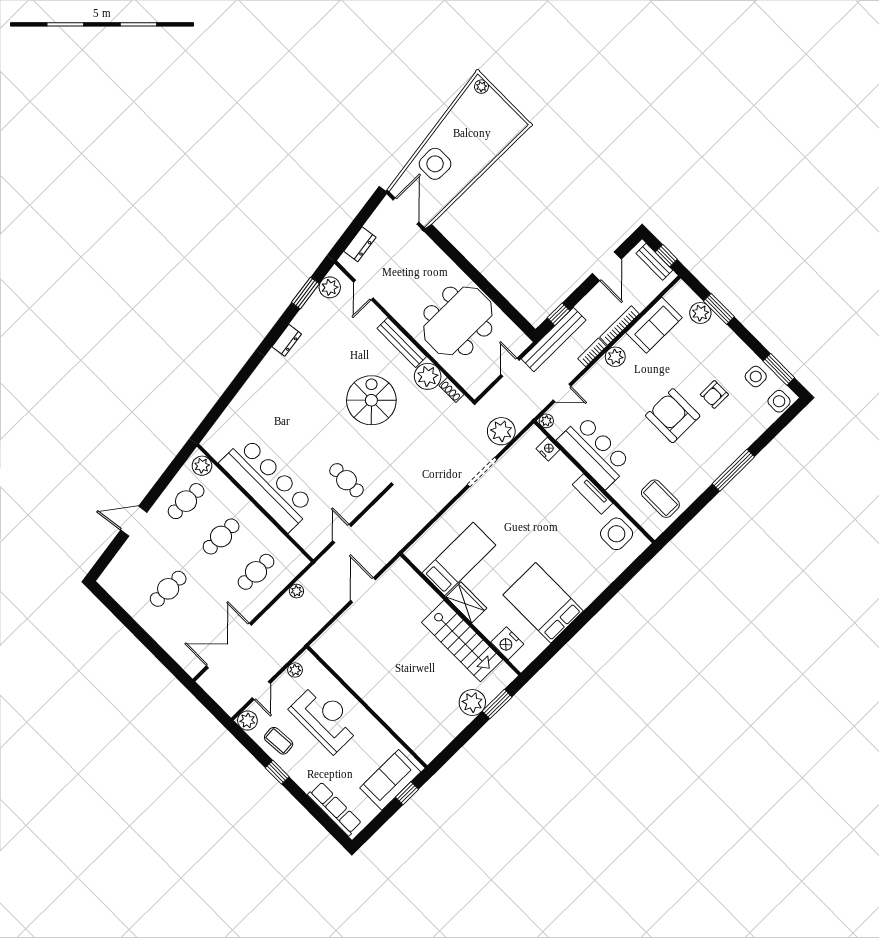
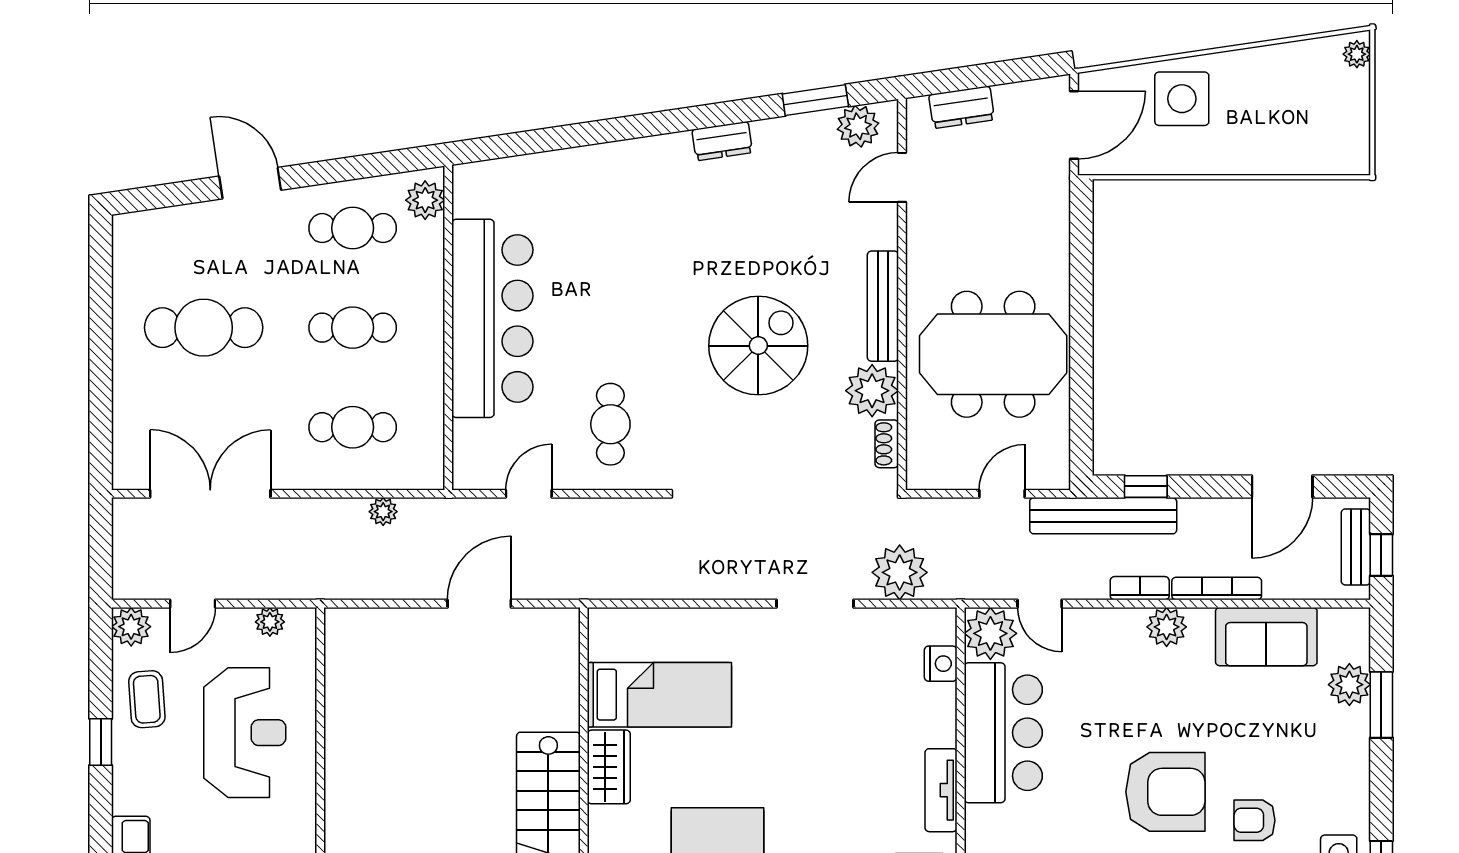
armchair: (673, 416) -> (1165, 792), turned 90
plant: (546, 421) -> (990, 633), width x1.88, depth x1.88
cafe table: (168, 589) -> (204, 328), width x1.37, depth x1.35

